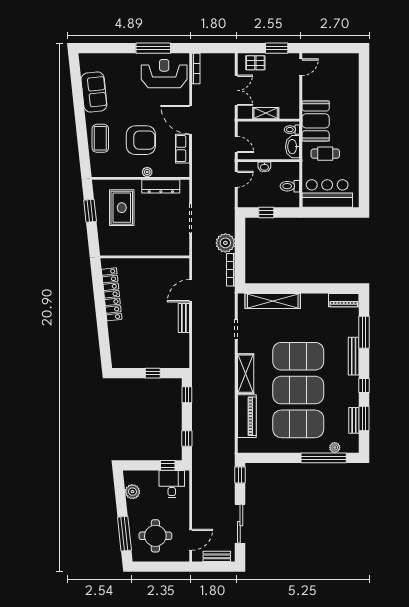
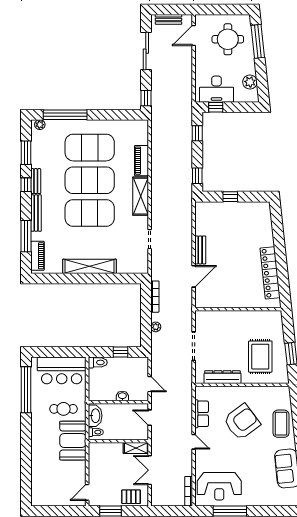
shelving: (266, 113) -> (136, 448), moved
door: (191, 120) -> (194, 442), width x0.53
armchair: (141, 140) -> (242, 422), turned 143
plant: (147, 172) -> (236, 391), removed
window: (364, 173) -> (26, 390), added
door: (236, 179) -> (150, 384), swing flipped
toilet: (290, 186) -> (98, 362), moved
plant: (225, 243) -> (156, 327), width x0.53, depth x0.53
piano: (344, 300) -> (37, 256), moved, turned 90
shelving: (273, 301) -> (89, 266), moved
piano: (247, 416) -> (142, 161), width x0.73, depth x0.75
bench: (354, 420) -> (36, 181), moved
plant: (335, 448) -> (40, 125), moved
desk: (172, 484) -> (216, 89), width x1.37

